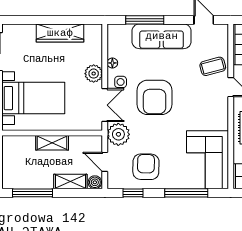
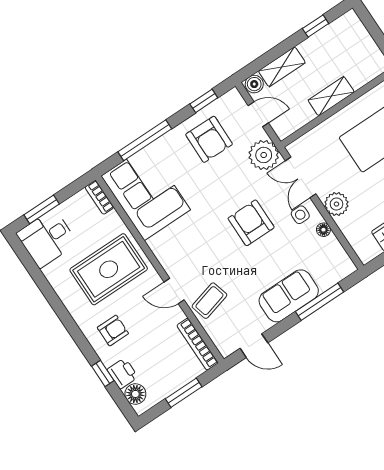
sofa: (162, 36) -> (289, 296), width x0.73
armchair: (155, 97) -> (251, 223), width x0.73, depth x0.73
window: (33, 193) -> (316, 26), width x0.46

